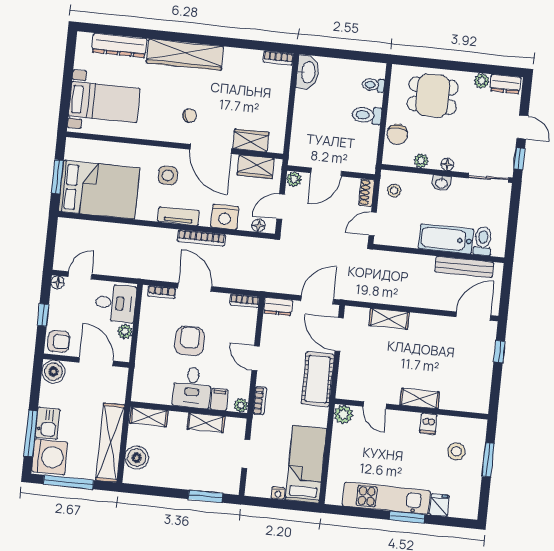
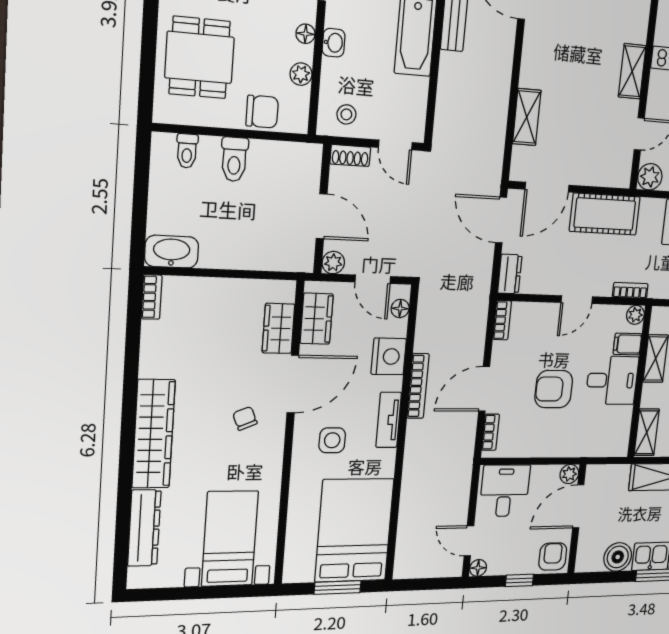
plant: (125, 331) -> (569, 474), moved
boiler: (53, 372) -> (618, 557), moved

